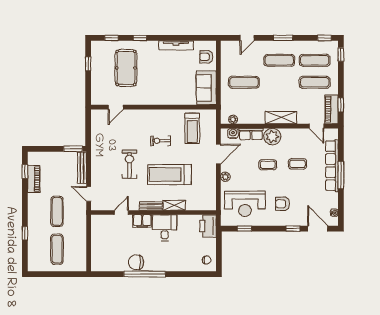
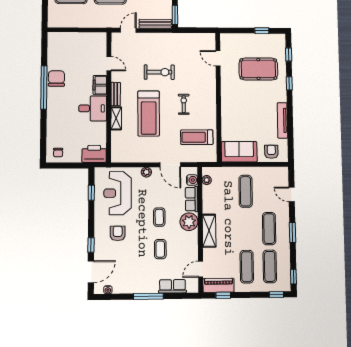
row of seats: (332, 166) -> (172, 286), width x0.50
treadmill: (169, 175) -> (149, 114), turned 180

